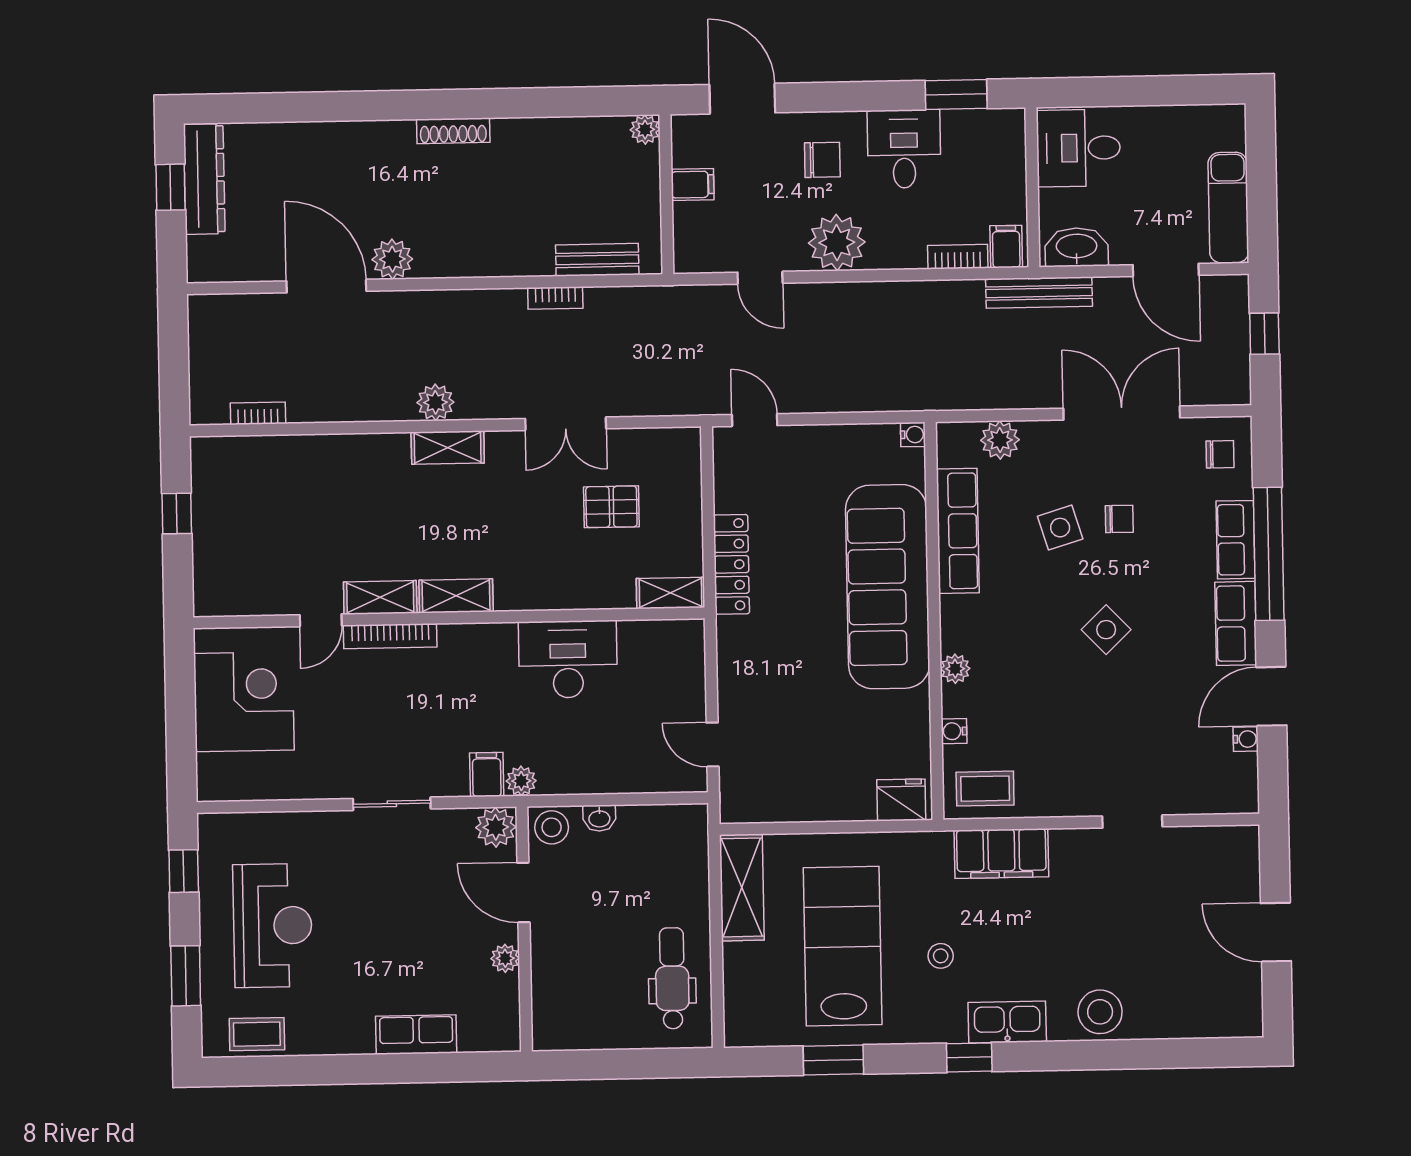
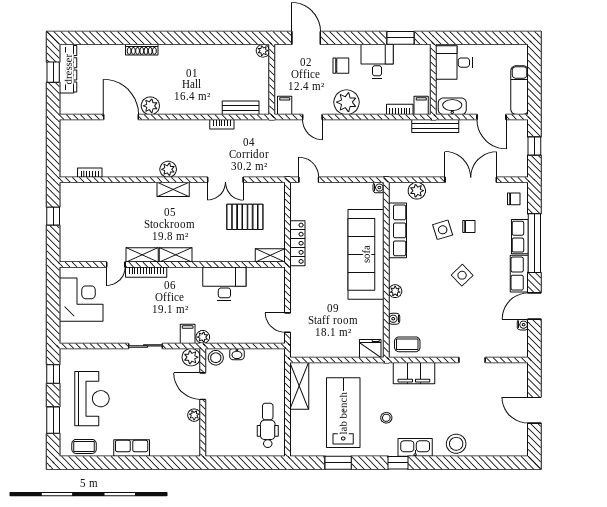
shoe rack: (453, 131) -> (142, 50), moved
filing cabinet: (693, 185) -> (285, 105), moved, turned -90
pallet: (611, 507) -> (245, 217), width x1.50, depth x1.42
row of seats: (416, 1035) -> (132, 448), moved

